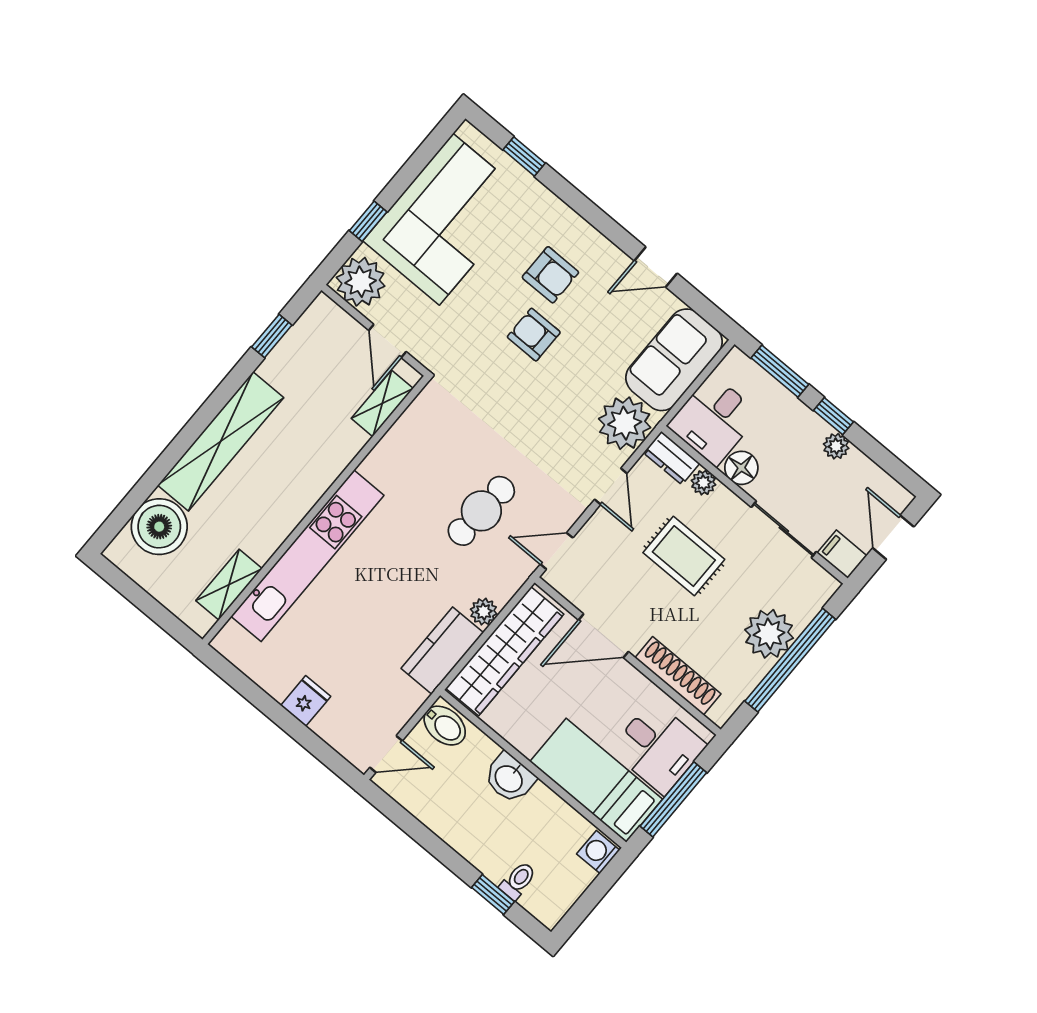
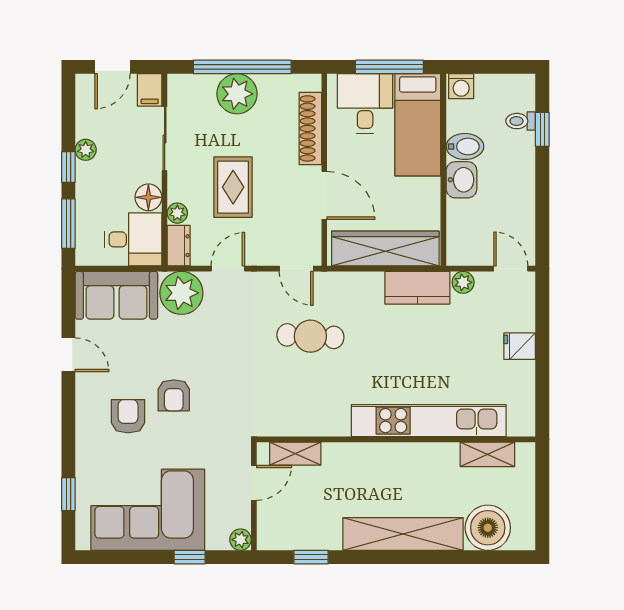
plant: (361, 282) -> (240, 540), width x0.53, depth x0.53
plant: (484, 612) -> (463, 282), moved
bidet: (445, 726) -> (465, 146), moved, turned 90

